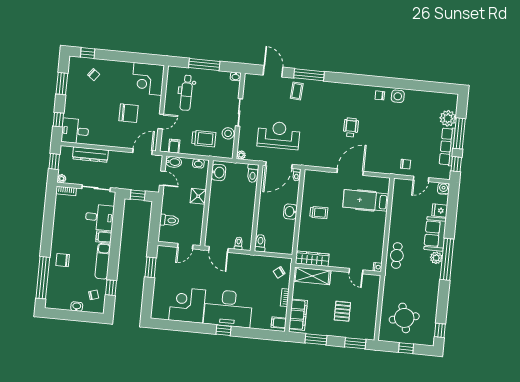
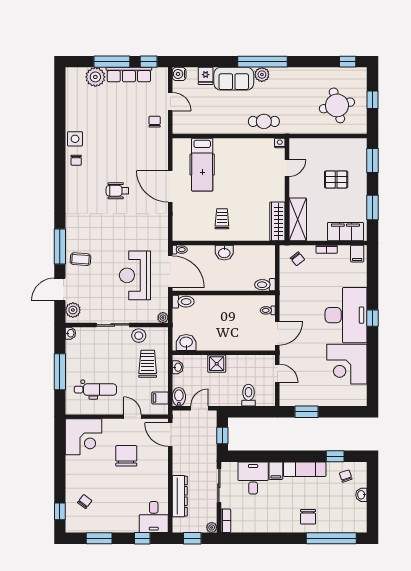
plant: (255, 80) -> (73, 310), added

